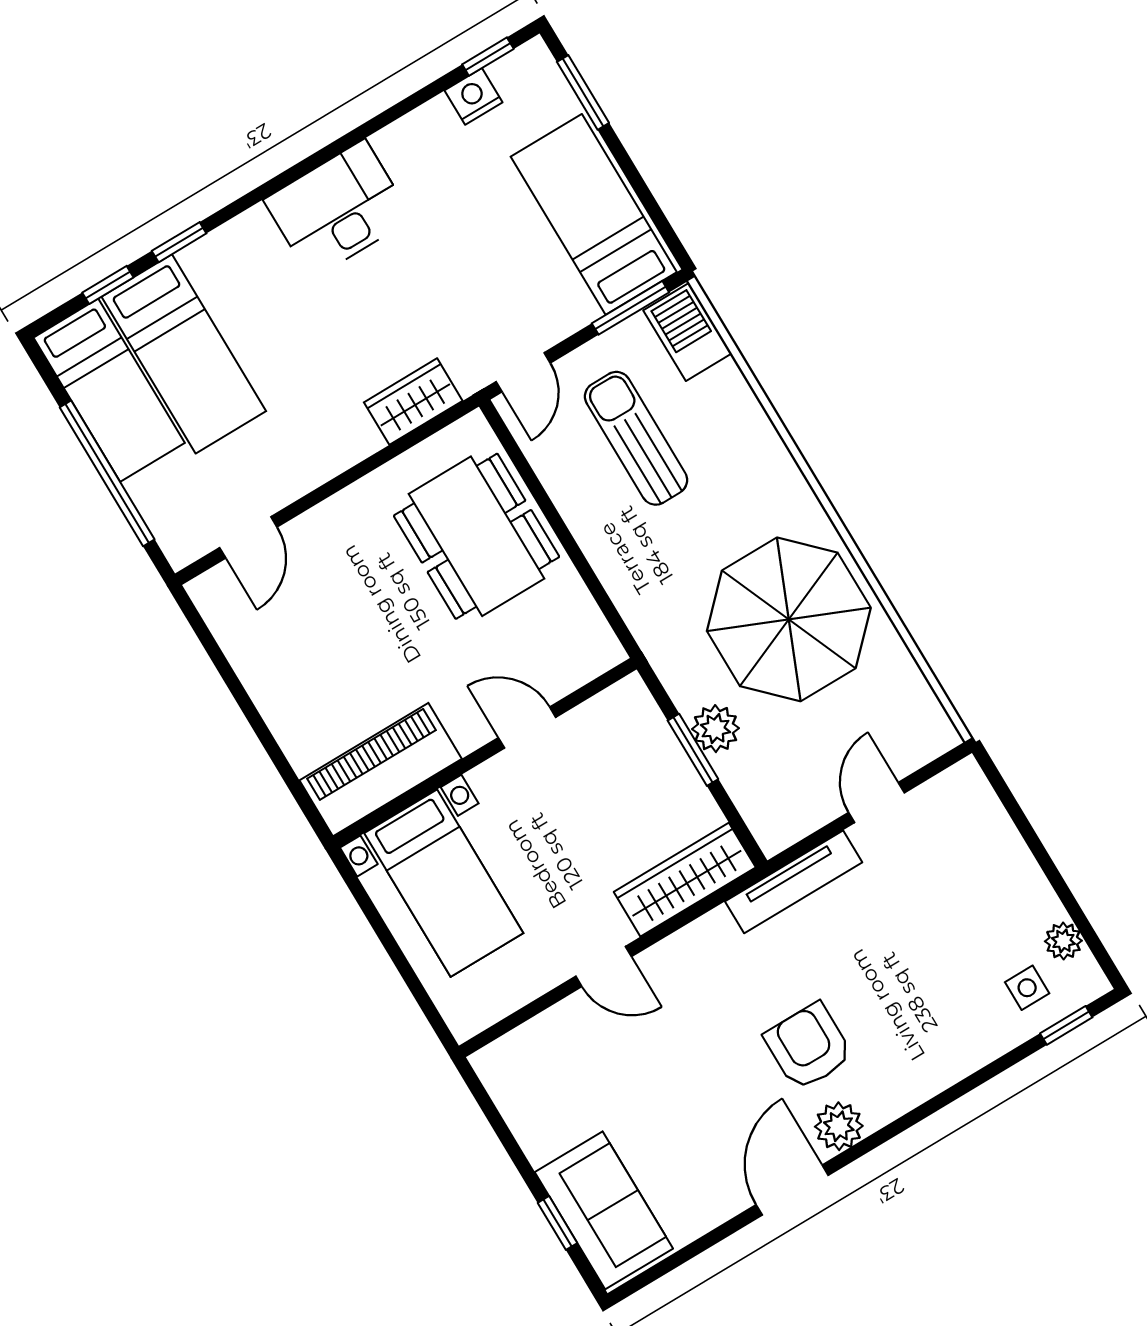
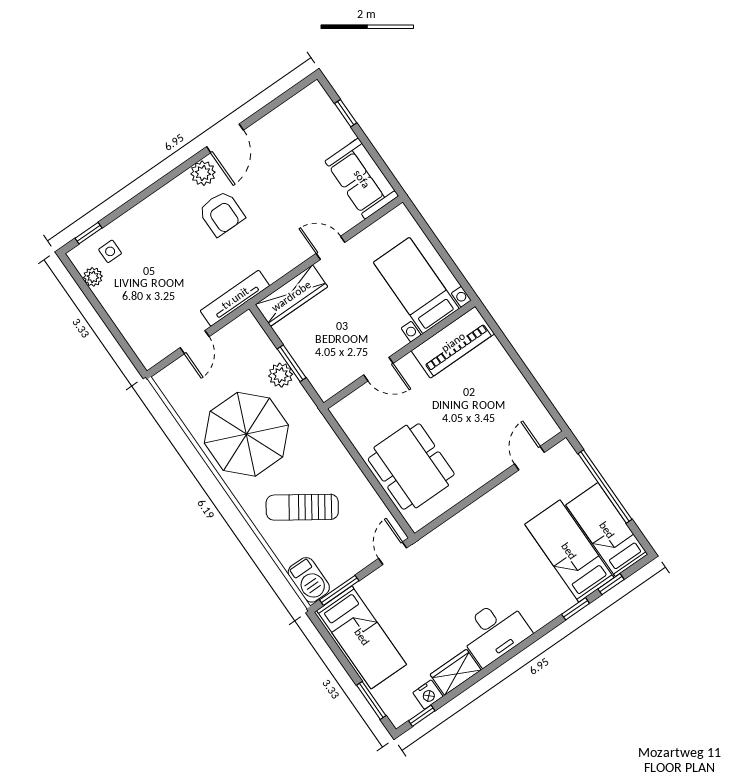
wardrobe: (413, 402) -> (456, 672), moved, turned 180
sun lounger: (636, 438) -> (302, 507), moved, turned 124
sofa: (604, 1210) -> (362, 179), moved

